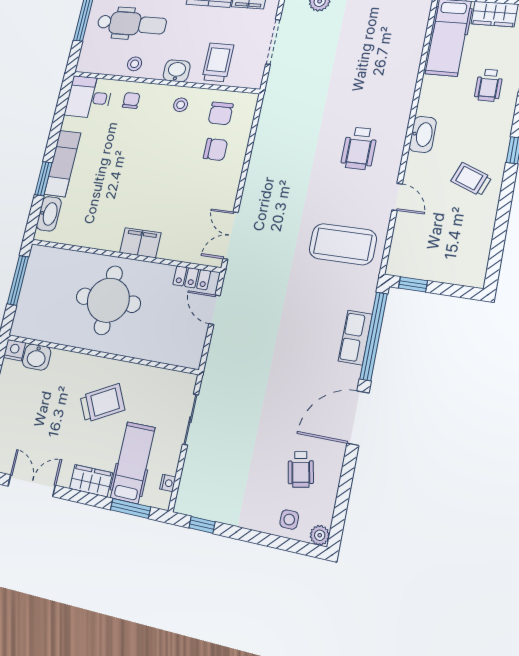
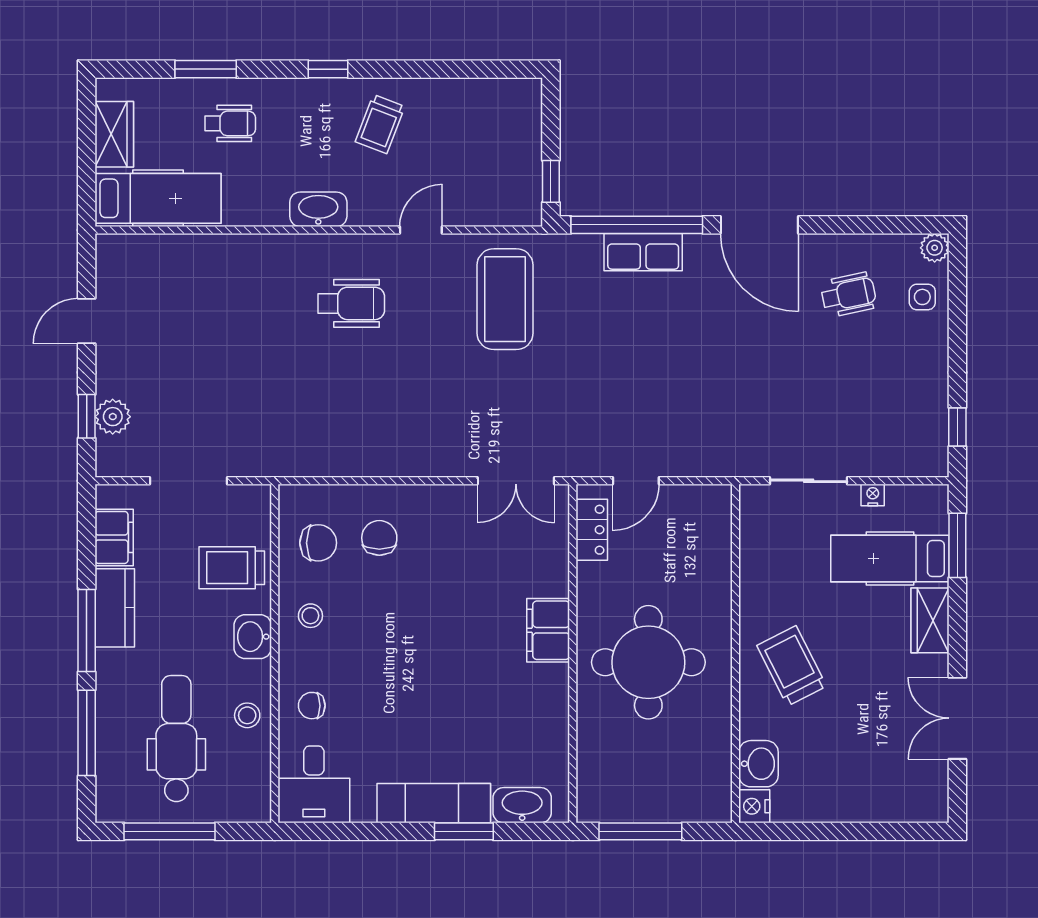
trolley: (102, 403) -> (792, 666), moved
nightstand: (168, 483) -> (873, 495), moved

